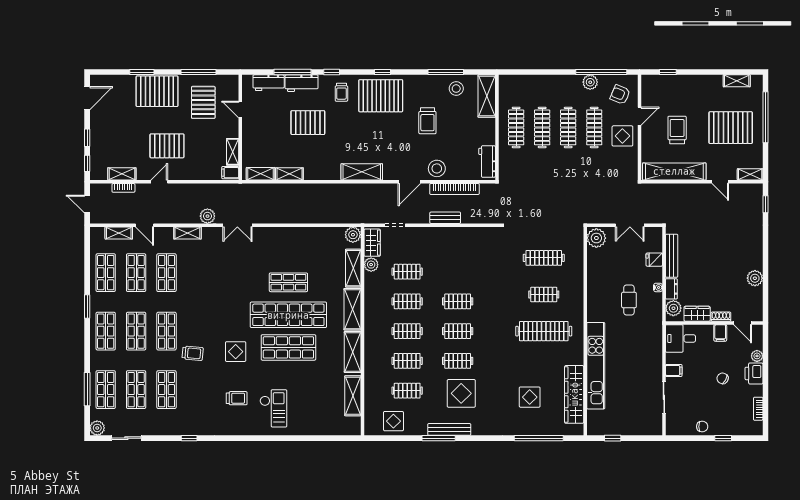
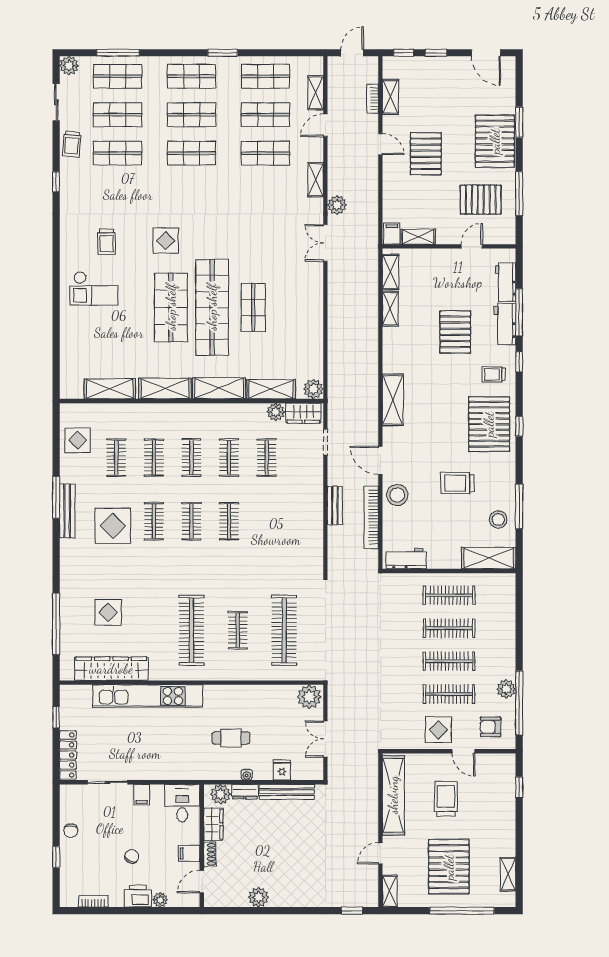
armchair: (620, 95) -> (491, 727), turned -113
trolley: (677, 130) -> (446, 799), turned -90
clothes rail: (544, 258) -> (284, 630), width x1.37, depth x1.31
trolley: (193, 353) -> (72, 144), moved
locker: (642, 429) -> (68, 755), added

